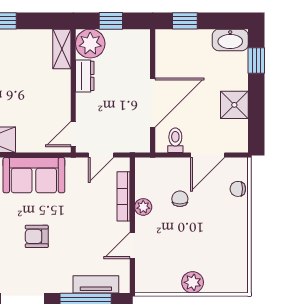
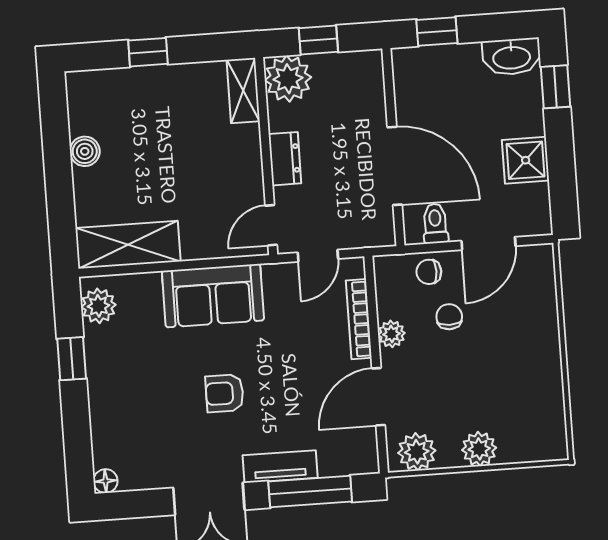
dresser: (85, 76) -> (285, 159), moved
door: (153, 103) -> (395, 166), hinge flipped
chair: (238, 189) -> (429, 272), moved
door: (132, 245) -> (378, 397), width x1.38
plant: (154, 281) -> (417, 452), added
tv unit: (96, 284) -> (280, 467), moved

